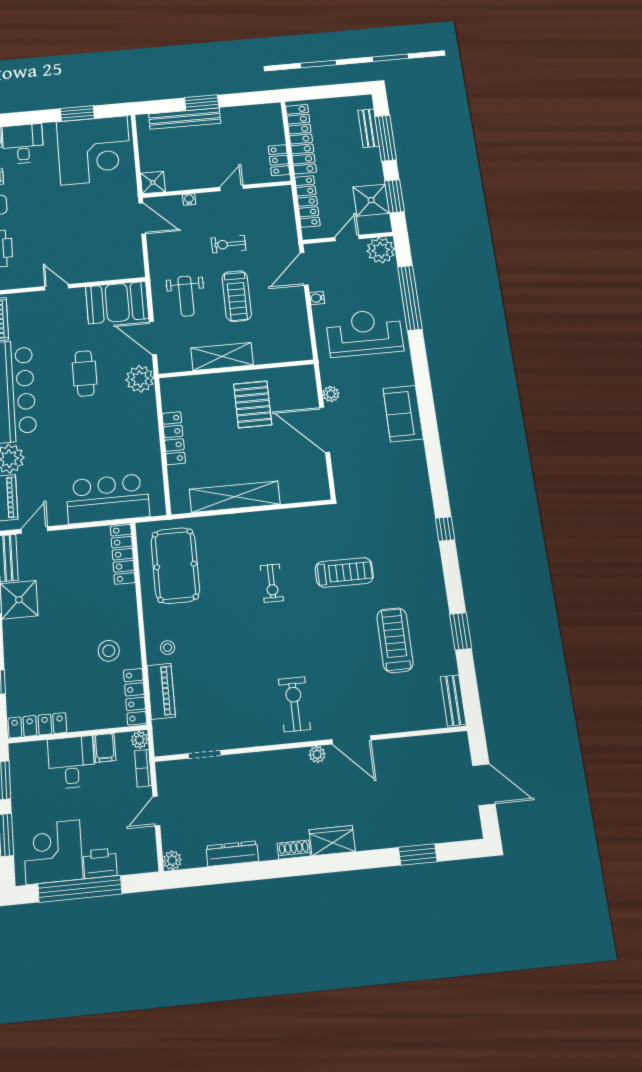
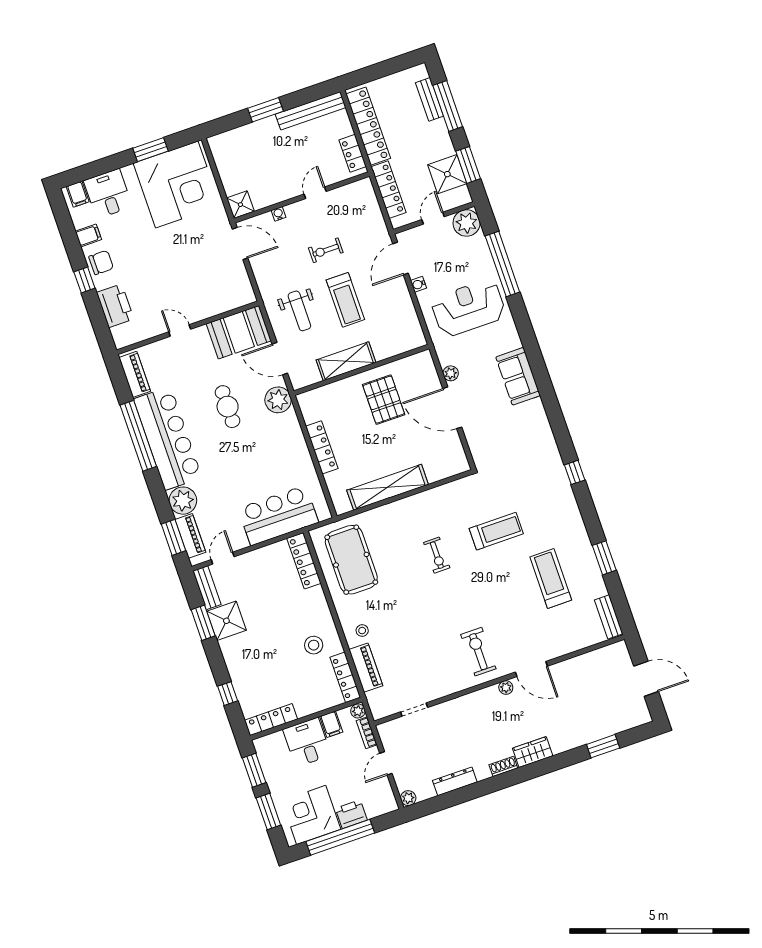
bench: (185, 119) -> (311, 111), moved

